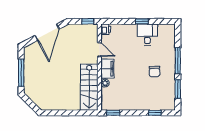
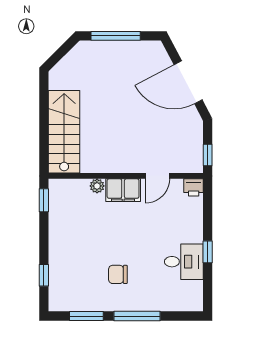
stairs: (89, 87) -> (64, 132), moved, turned 90

